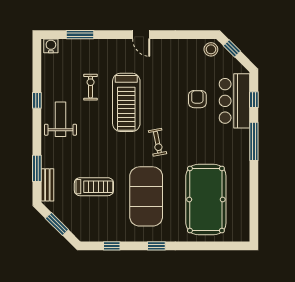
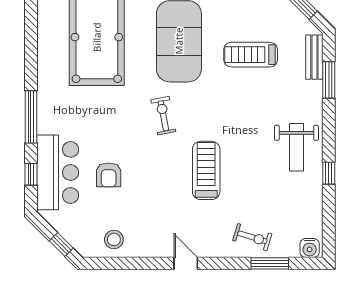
stool: (211, 49) -> (114, 239), moved
exercise bike: (91, 87) -> (252, 237), moved, turned -73
treadmill: (126, 102) -> (206, 170), width x0.73, depth x0.73

